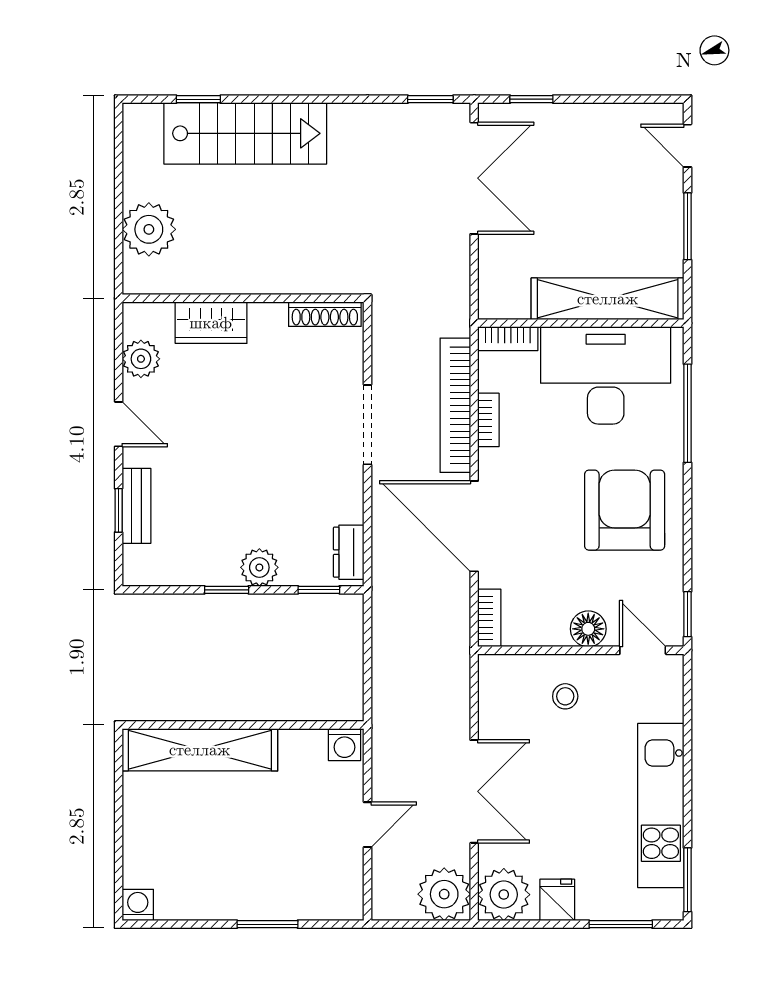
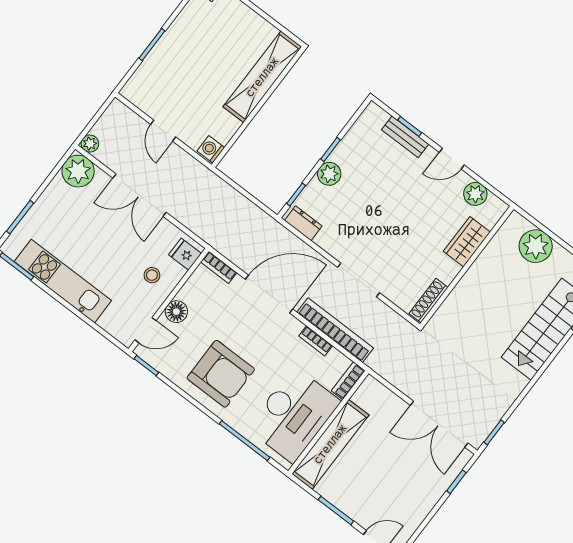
plant: (444, 894) -> (90, 144), width x0.53, depth x0.53
fridge: (557, 900) -> (185, 254), moved, turned 180

